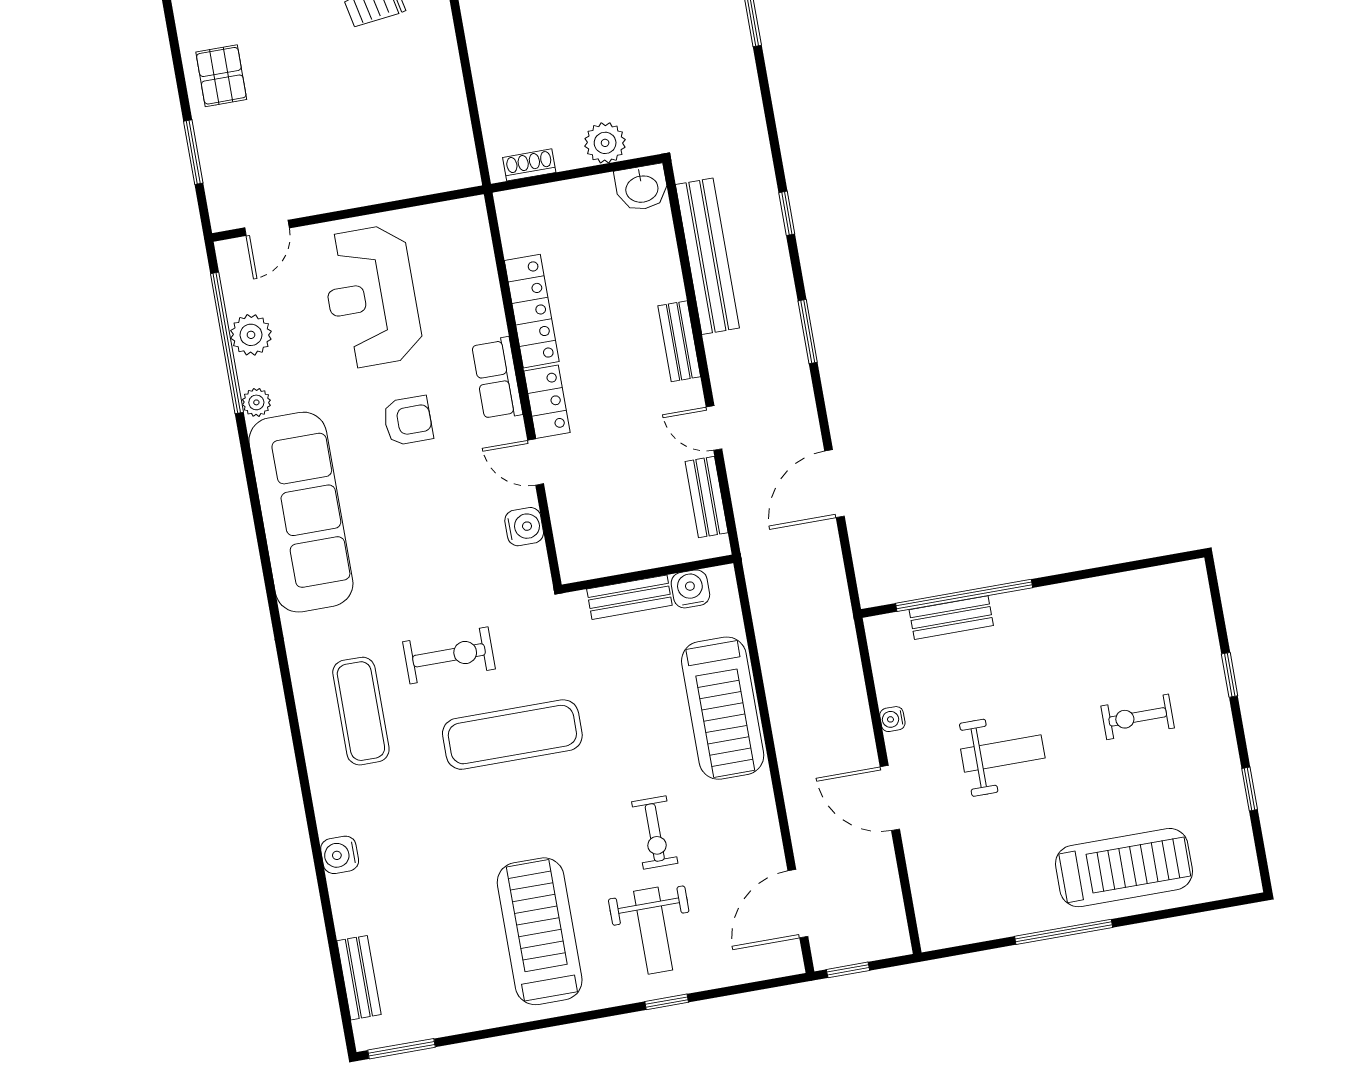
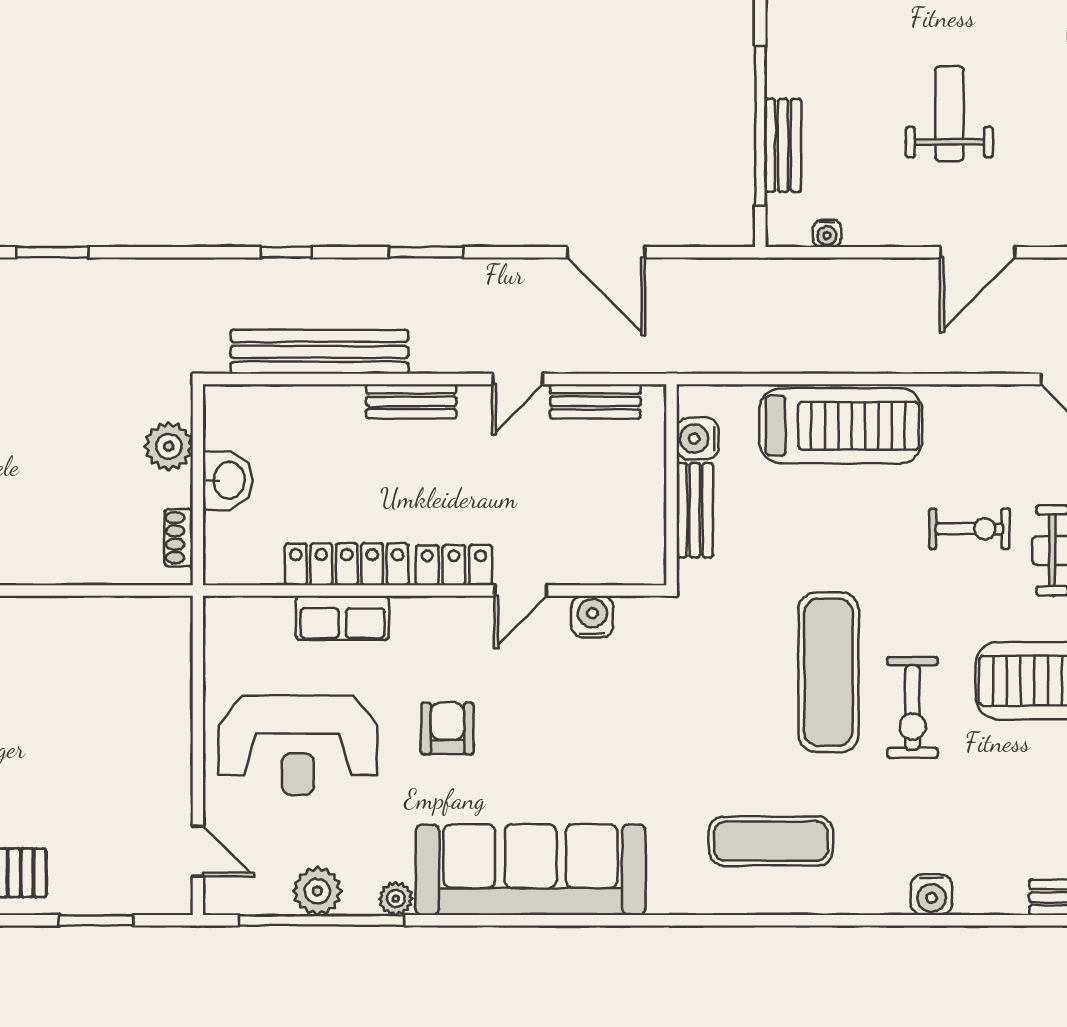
washbasin: (642, 188) -> (228, 480), moved
row of seats: (497, 379) -> (342, 618), moved
exercise bike: (449, 655) -> (912, 707), moved, turned 180
water cooler: (892, 719) -> (827, 233), moved

